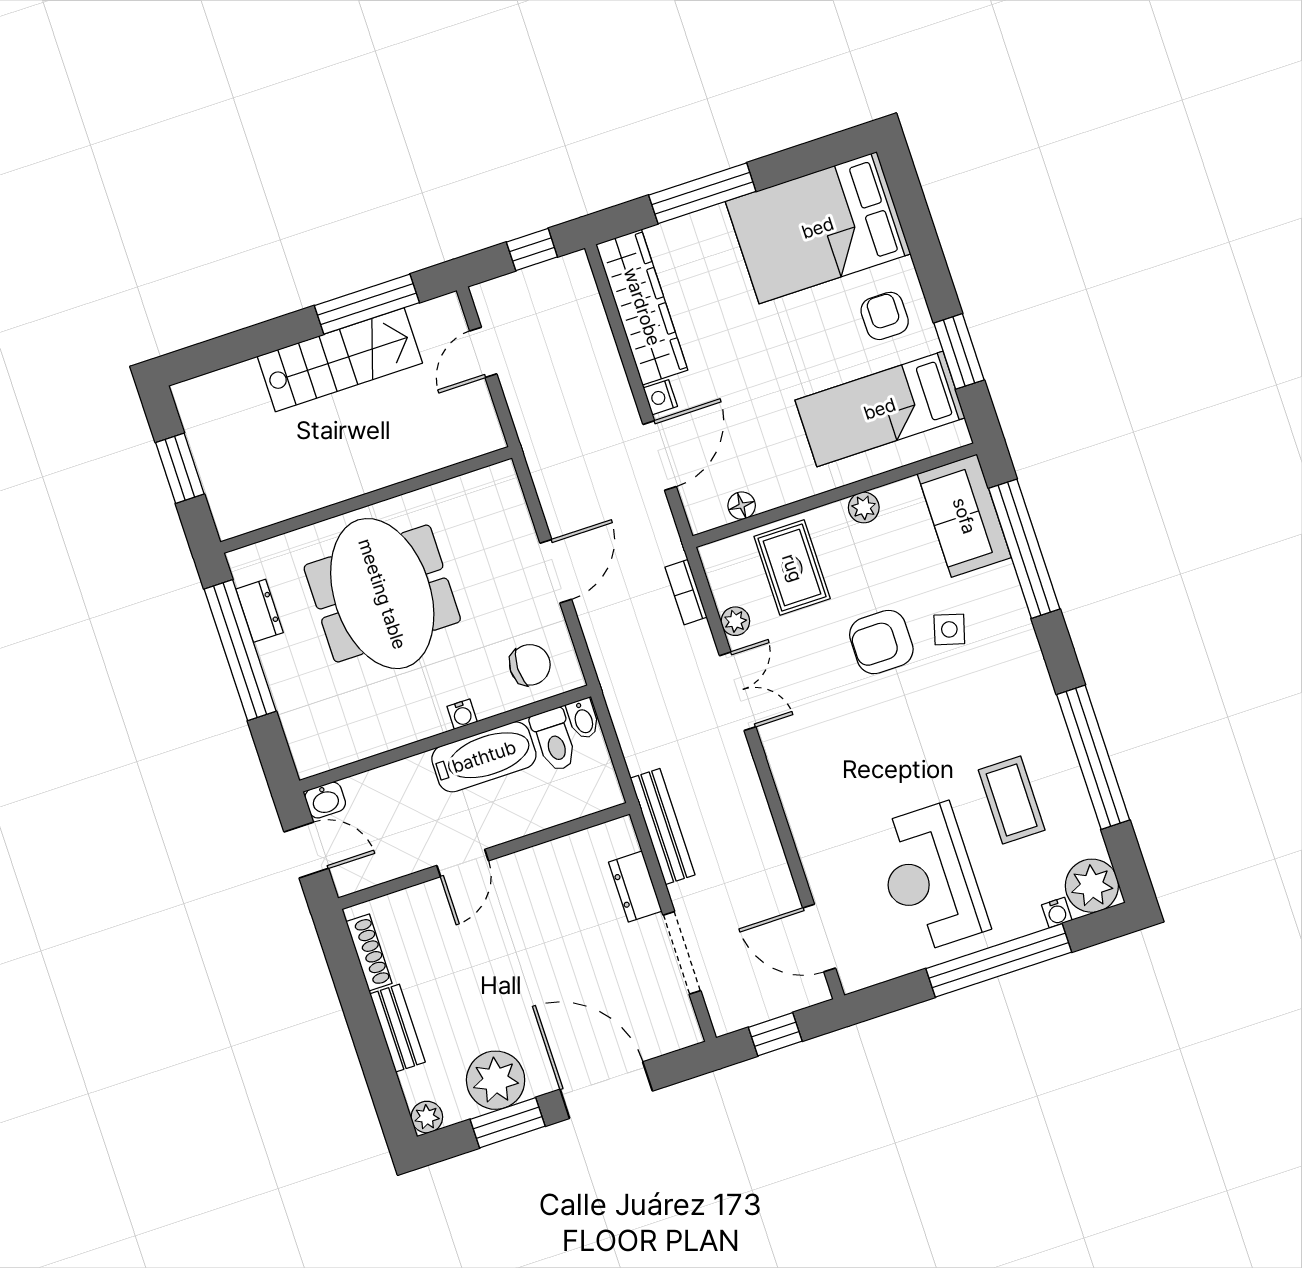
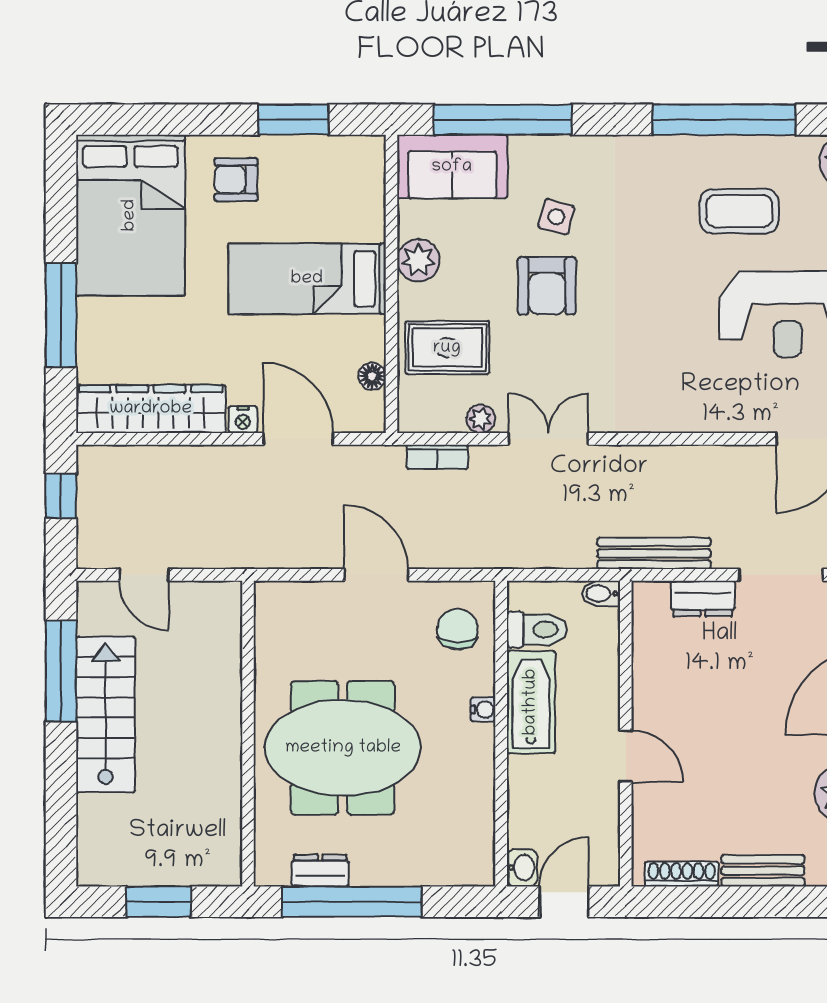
bed: (880, 409) -> (307, 279), moved, turned 90
plant: (864, 508) -> (418, 260), width x1.38, depth x1.38
bidet: (583, 719) -> (601, 594), moved, turned 180

